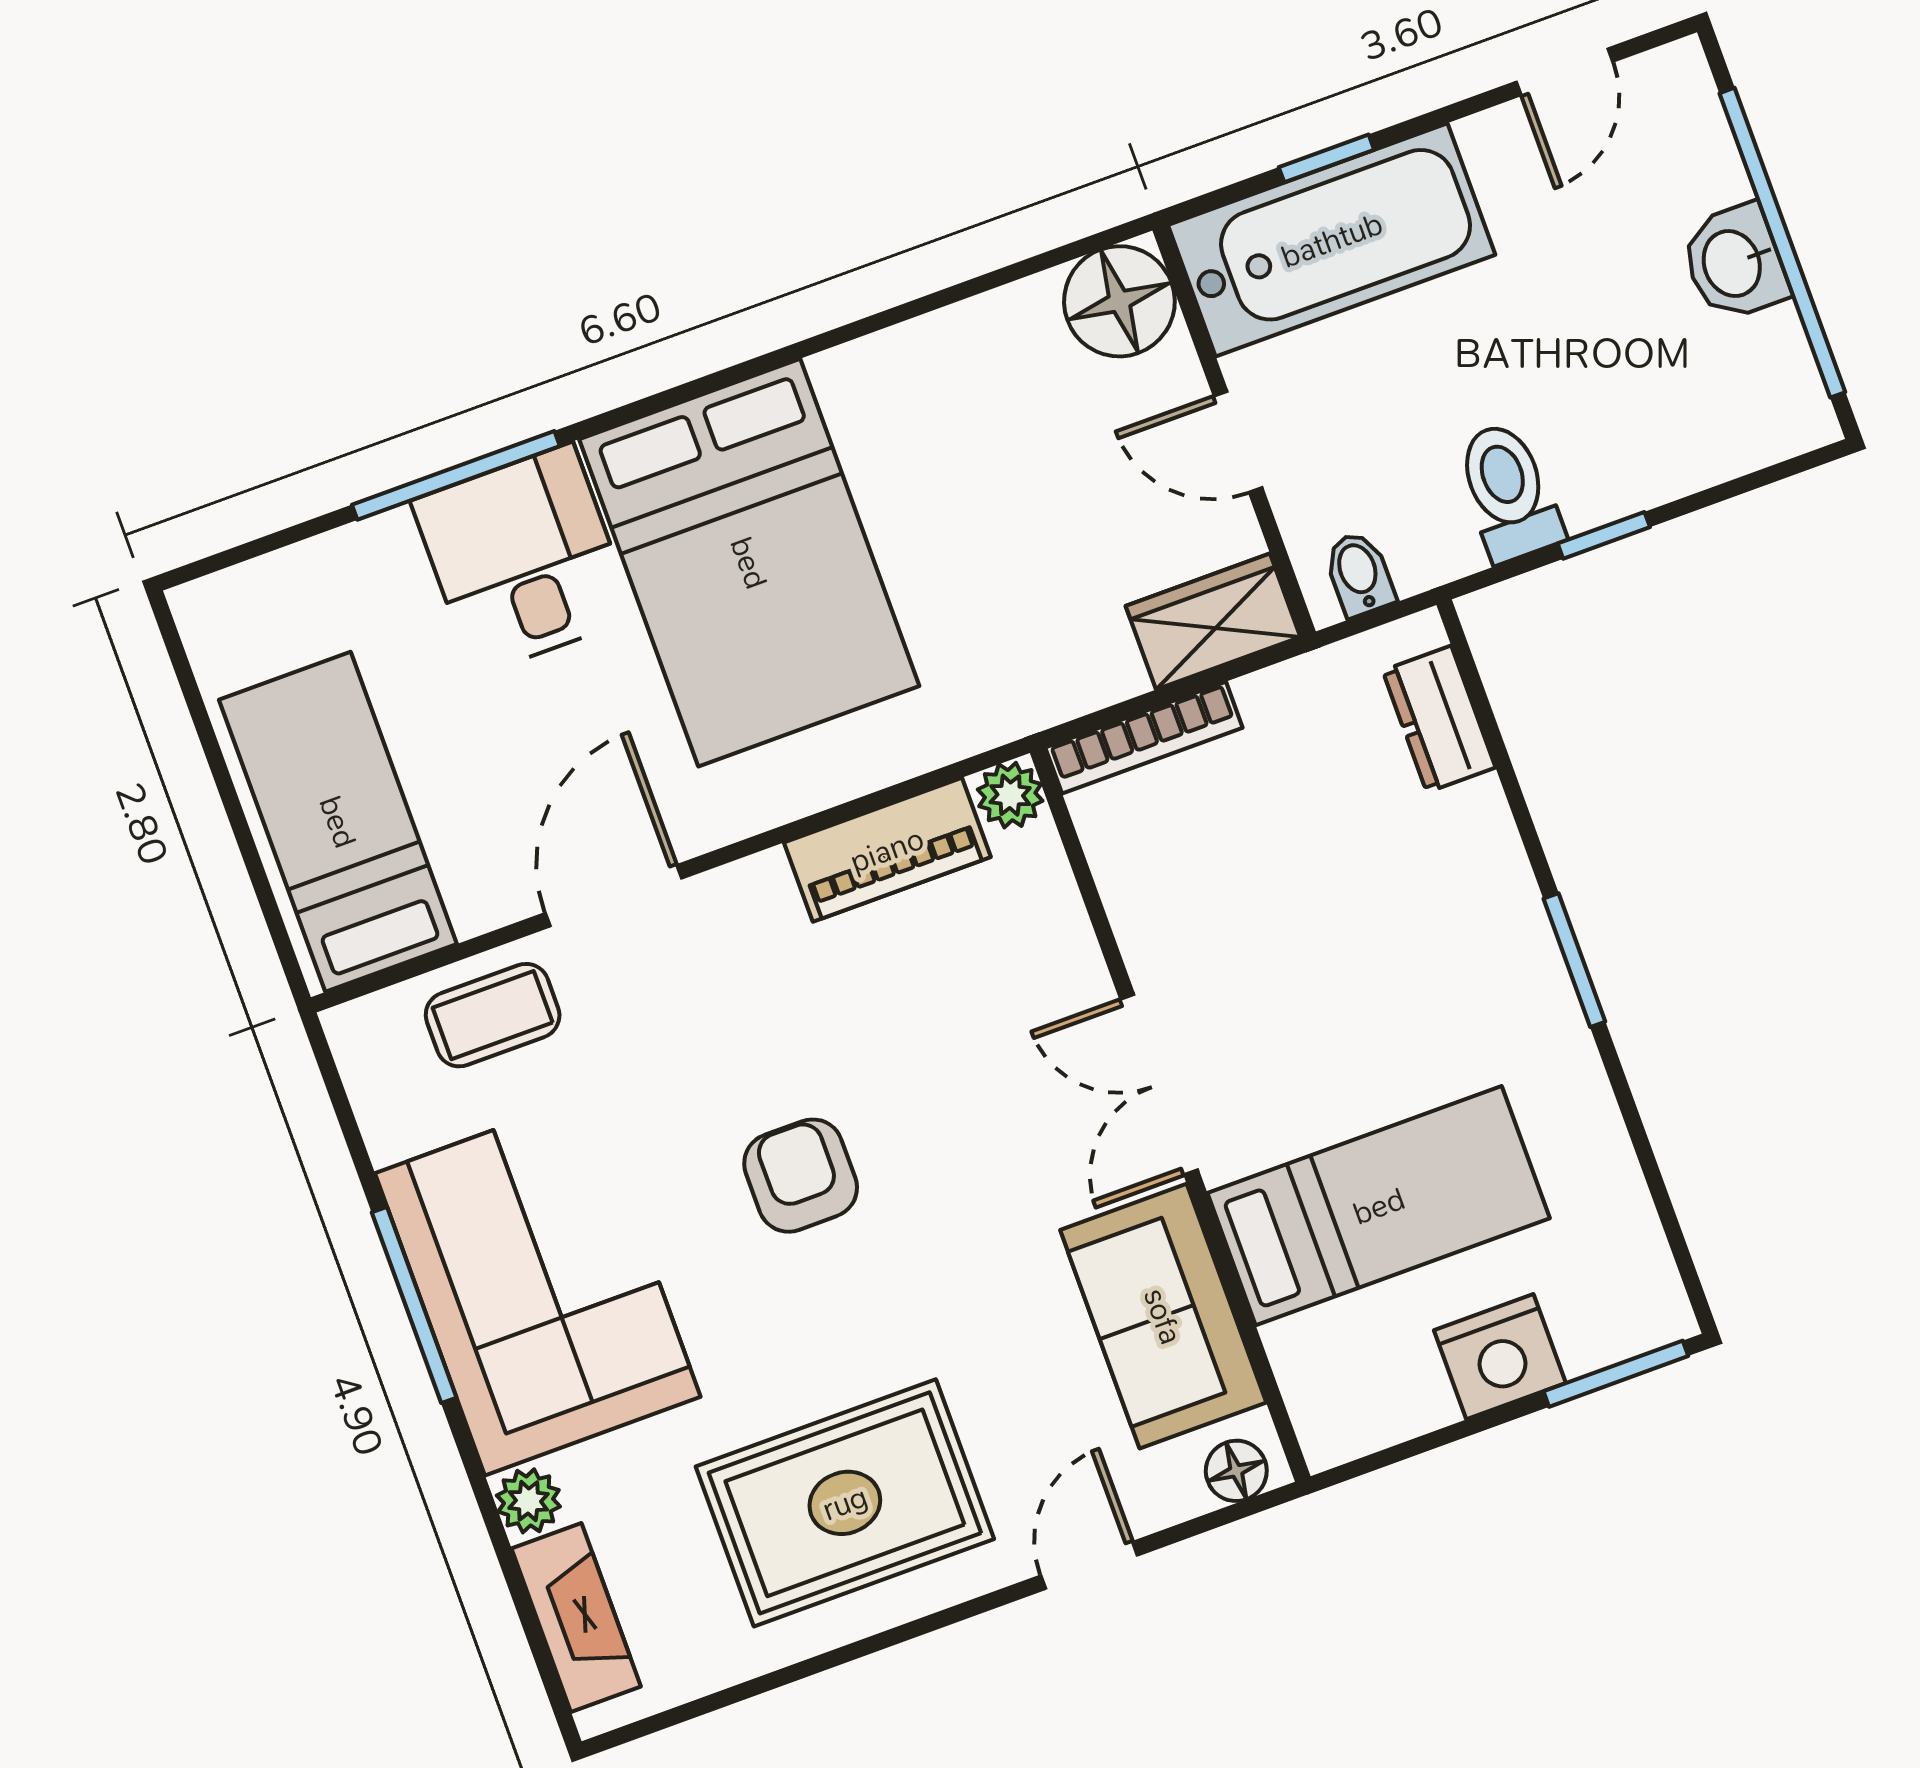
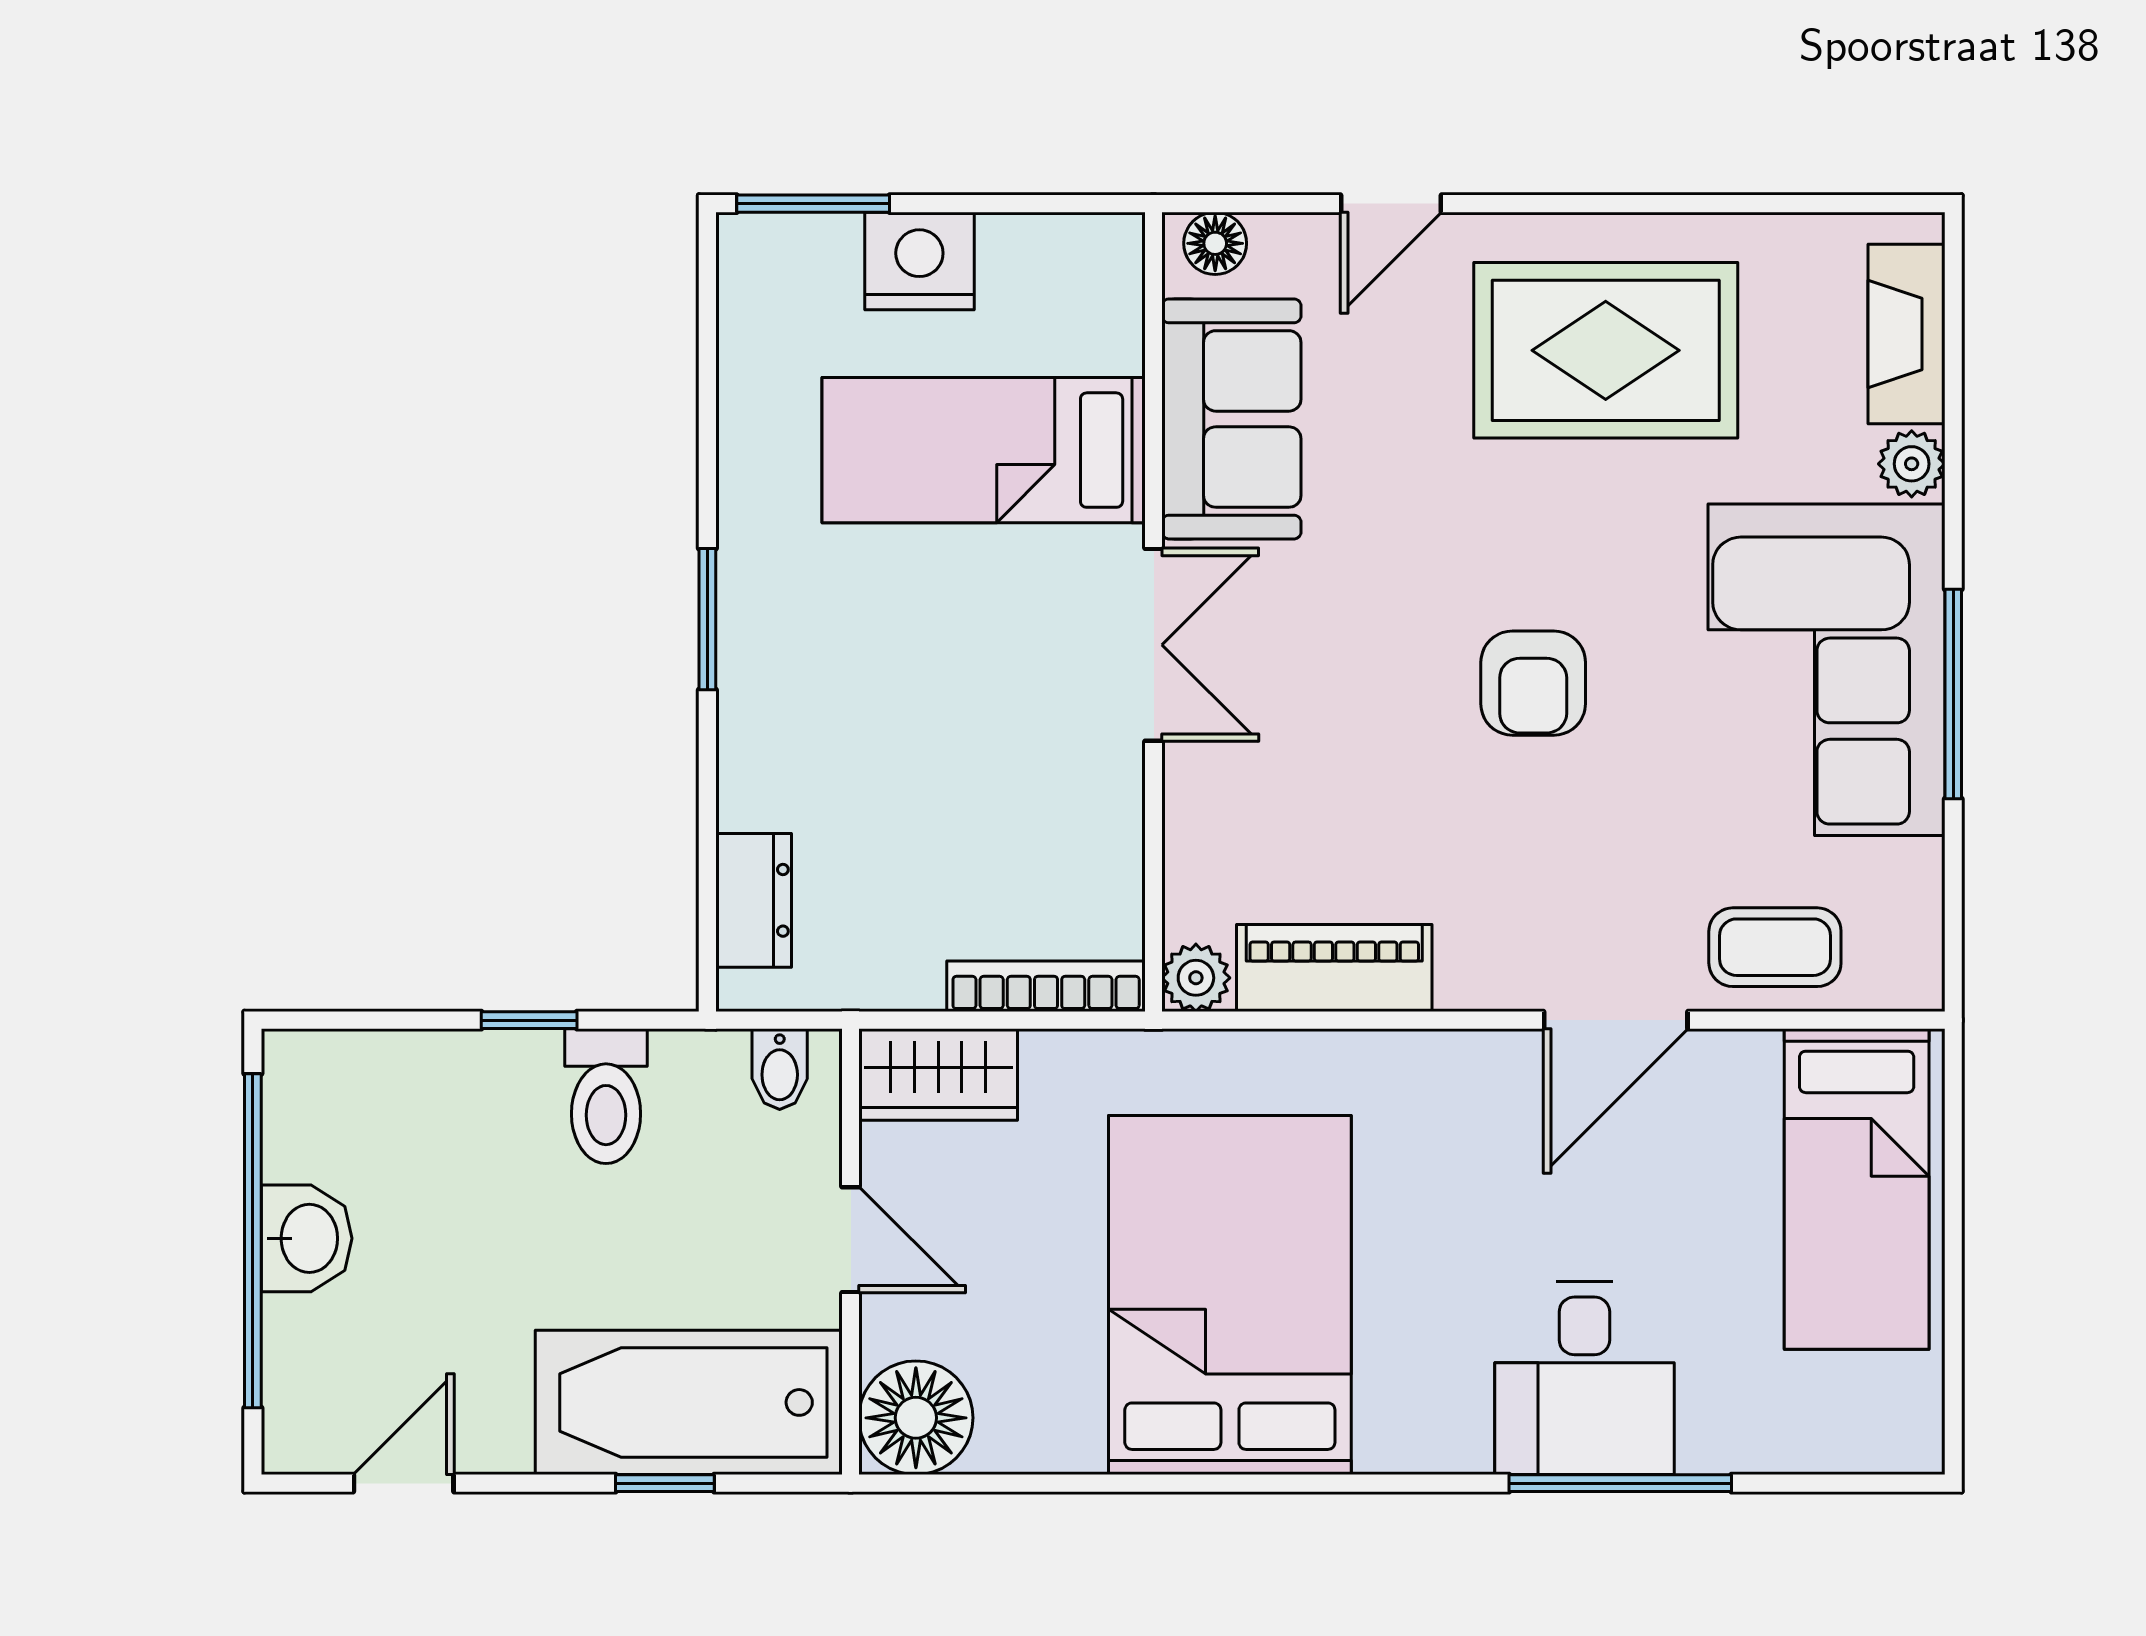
bed: (749, 563) -> (1230, 1295), moved

